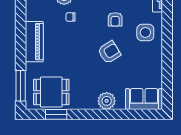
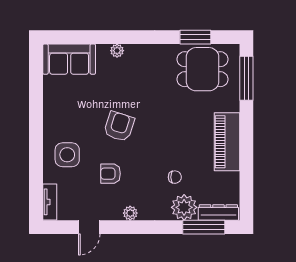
armchair: (115, 19) -> (111, 174), turned -90
armchair: (109, 52) -> (119, 126), turned 140
plant: (107, 101) -> (117, 51), width x0.53, depth x0.53

